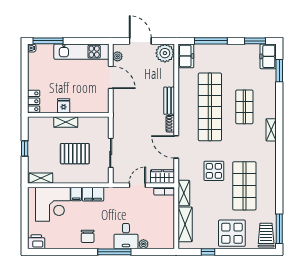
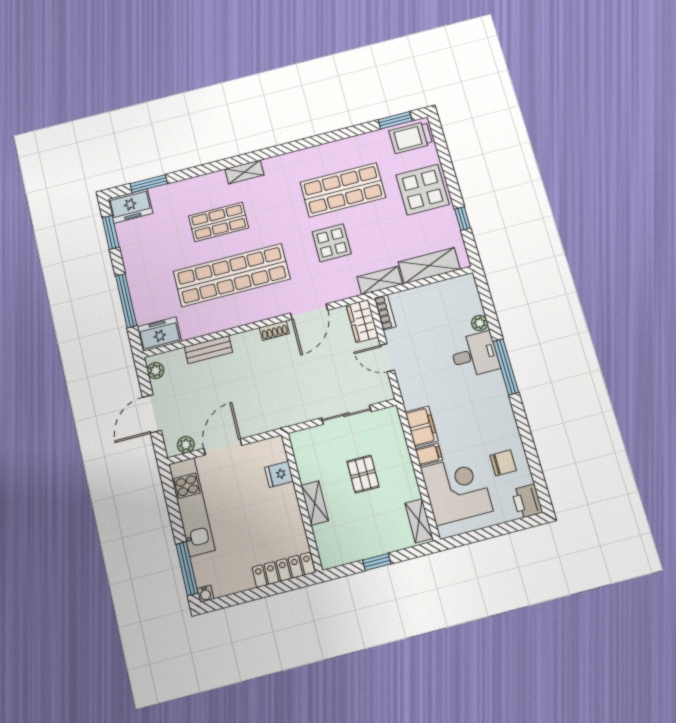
plant: (165, 53) -> (156, 371), width x0.53, depth x0.53
locker: (34, 101) -> (283, 570), width x1.53
bench: (169, 101) -> (208, 350), moved
fridge: (64, 106) -> (279, 474), moved
pallet: (75, 154) -> (363, 474), width x0.67, depth x0.71
window: (279, 229) -> (395, 120), width x0.69
chair: (88, 236) -> (503, 463), moved

